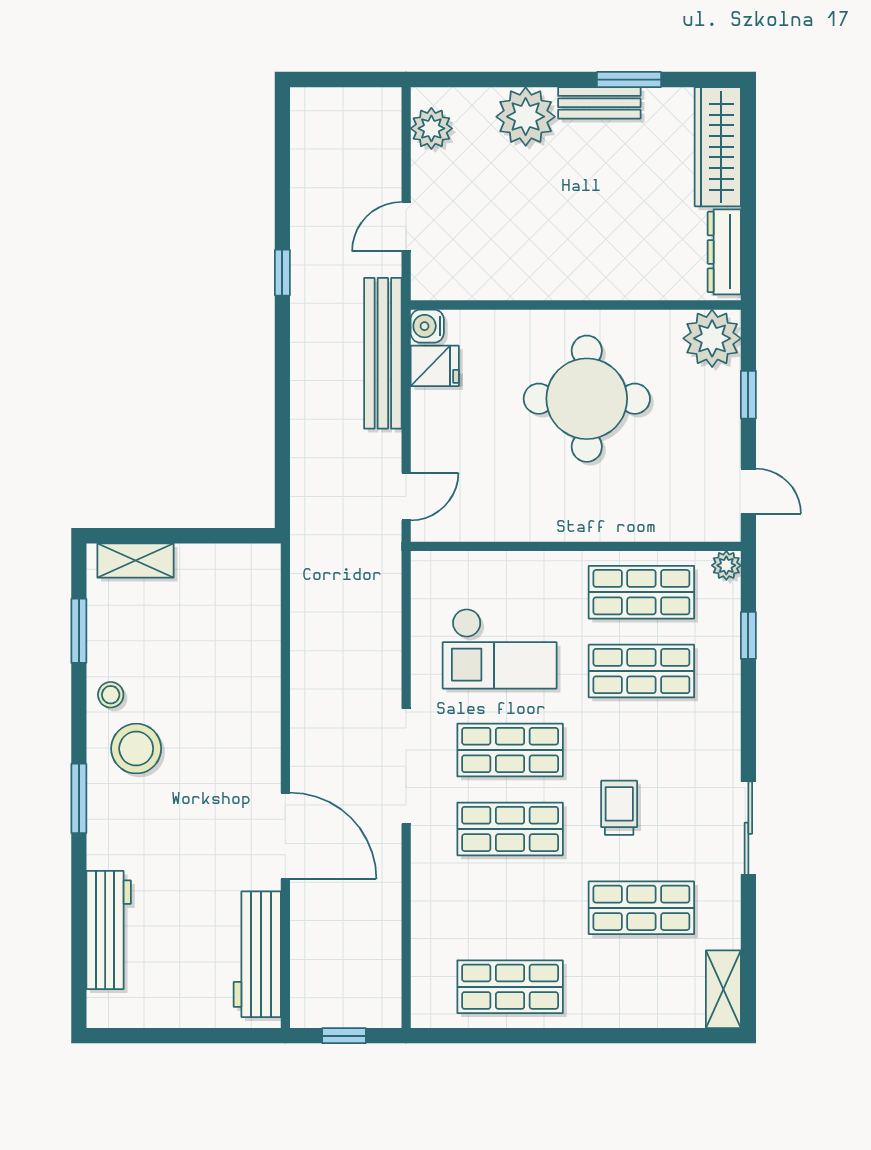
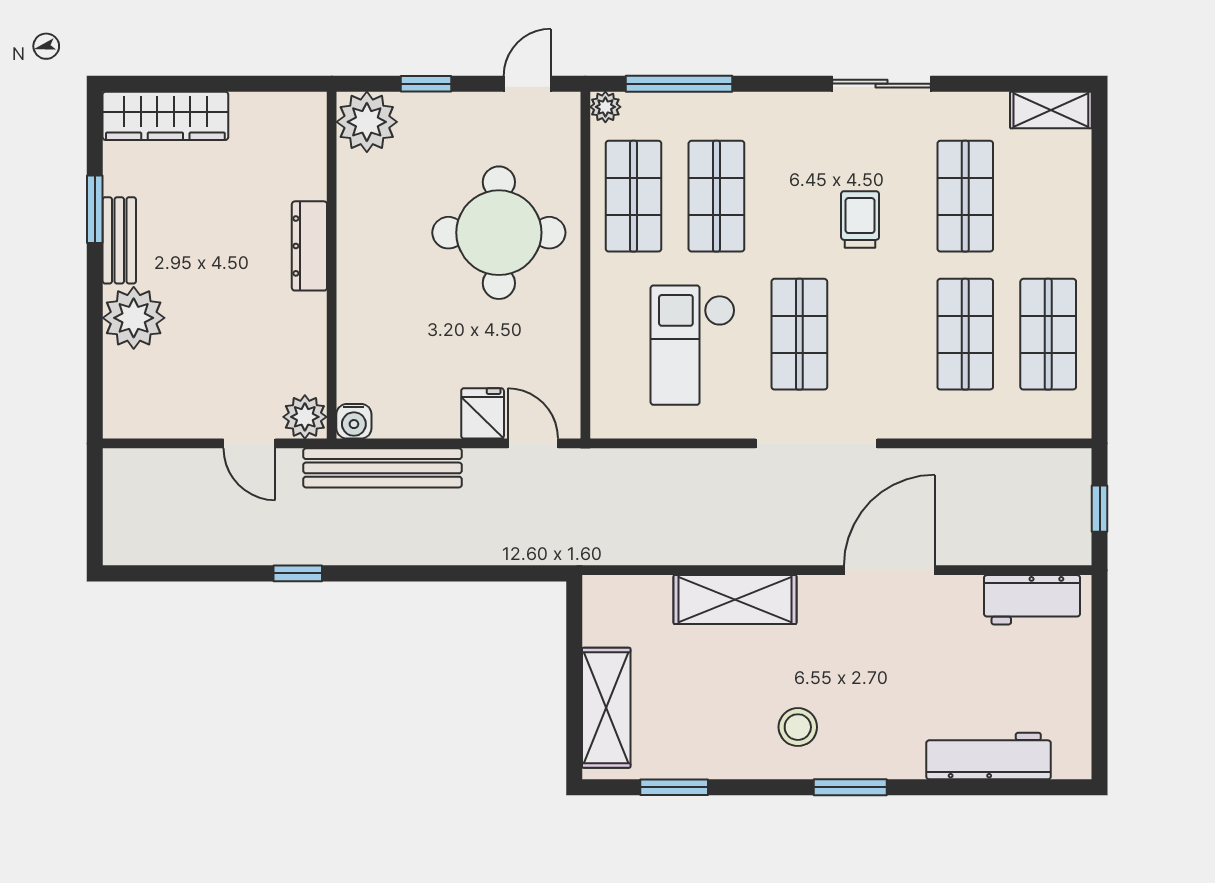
plant: (431, 128) -> (305, 417), moved
dresser: (724, 252) -> (309, 246), moved, turned 90
fridge: (435, 366) -> (483, 413), moved
round table: (587, 399) -> (499, 233), moved
shelving: (135, 560) -> (606, 708), width x1.50, depth x1.33
window: (748, 635) -> (679, 84), width x2.17
checkout: (500, 649) -> (693, 345), turned 180
shelving: (258, 689) -> (735, 600), added
stool: (111, 695) -> (741, 754), removed
stool: (136, 749) -> (798, 727), width x0.73, depth x0.73
trolley: (619, 808) -> (860, 220), turned 90
shop shelf: (510, 829) -> (965, 334), moved
workbench: (257, 954) -> (1032, 600), width x0.73

